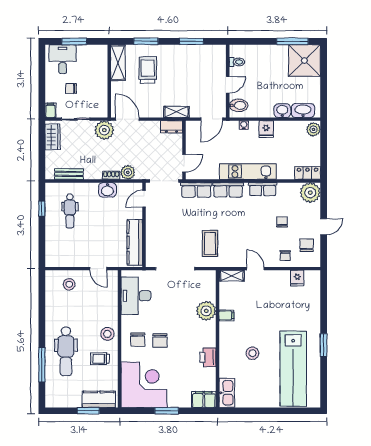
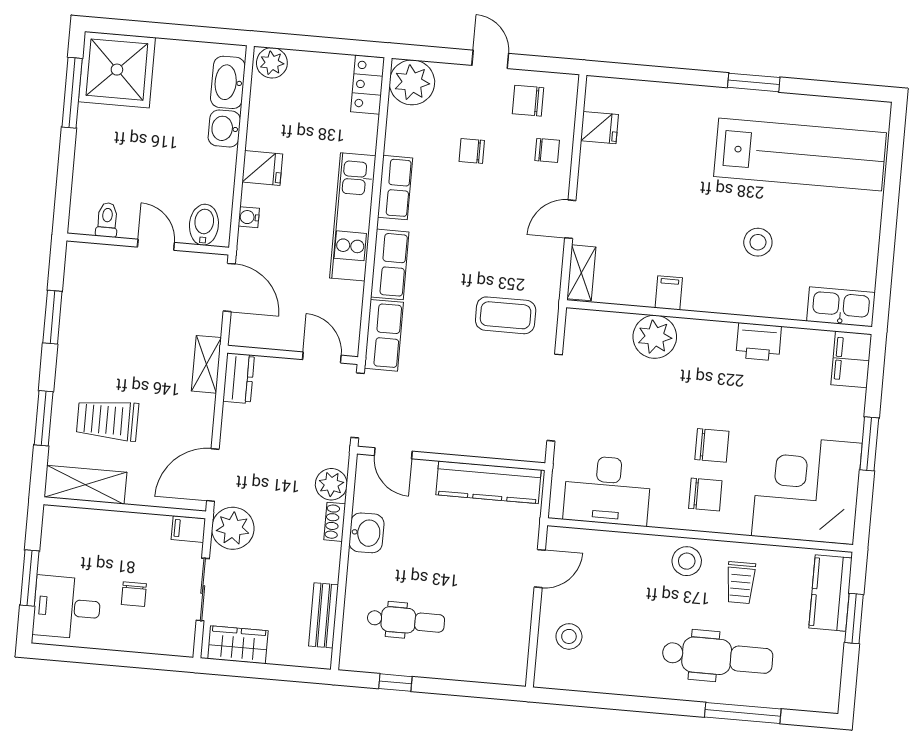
filing cabinet: (50, 110) -> (188, 529), moved

